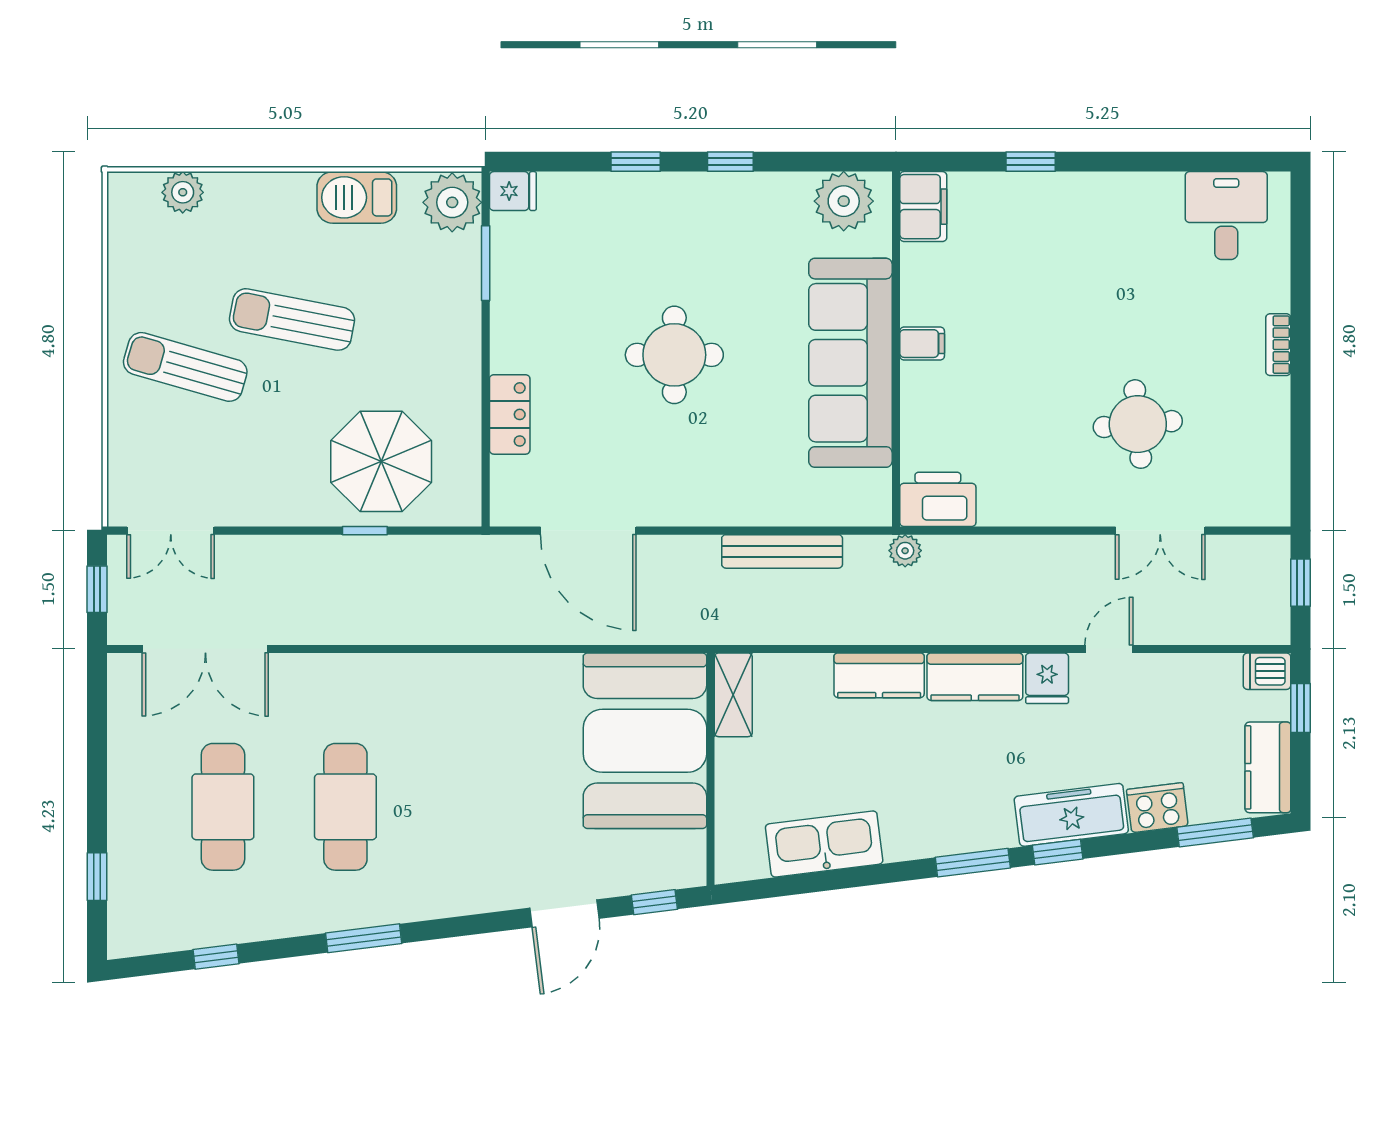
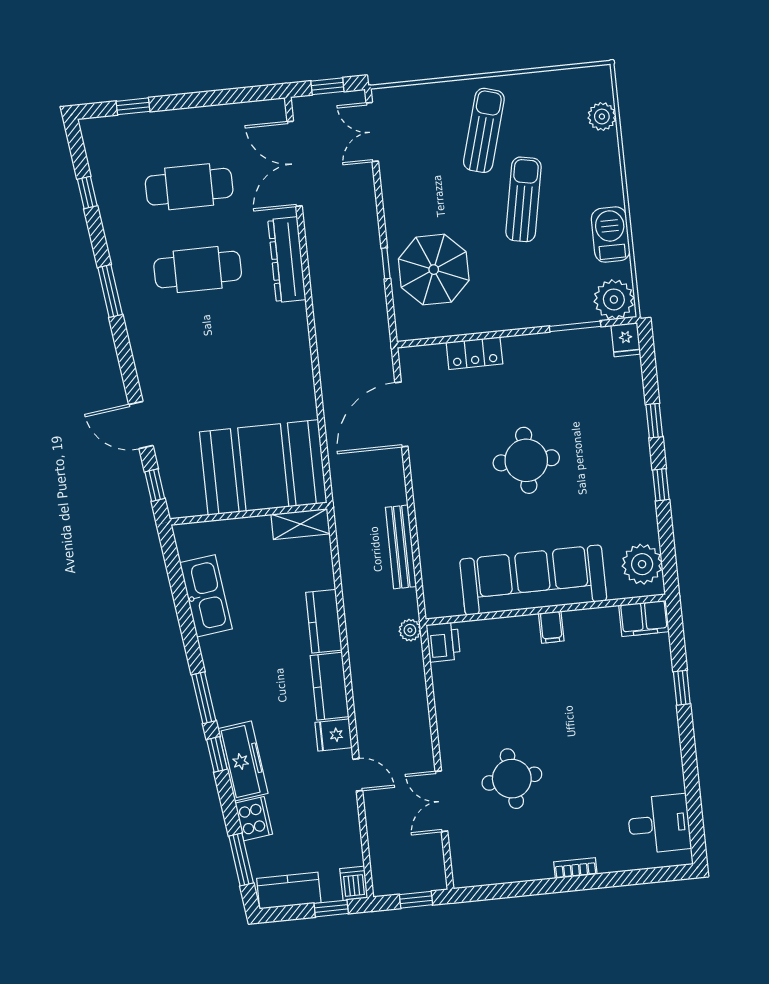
printer: (938, 499) -> (443, 642), width x0.73, depth x0.84
dresser: (345, 675) -> (287, 260), added

